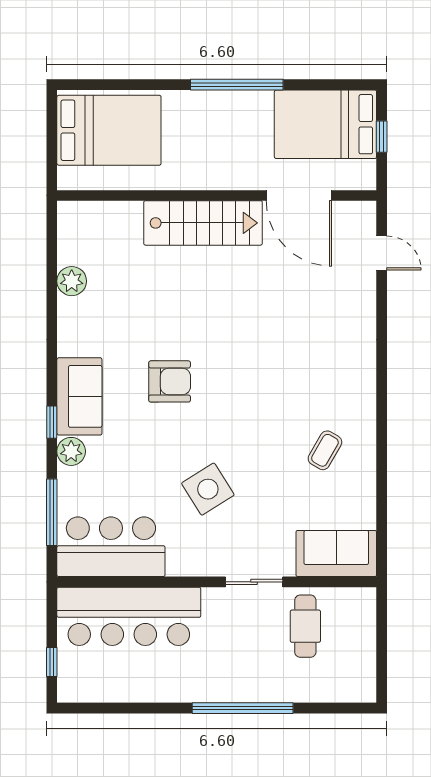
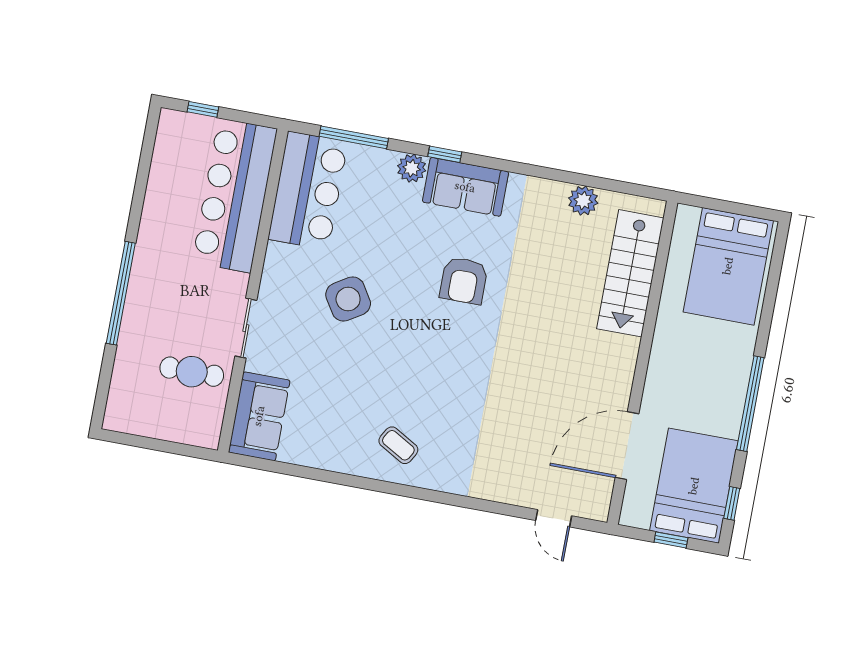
window: (336, 85) -> (732, 503), added
stairs: (203, 223) -> (630, 273), moved
door: (382, 253) -> (554, 518), hinge flipped
coffee table: (325, 450) -> (398, 445), moved

